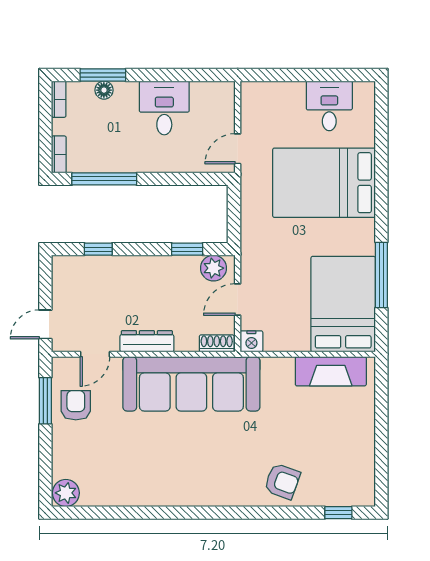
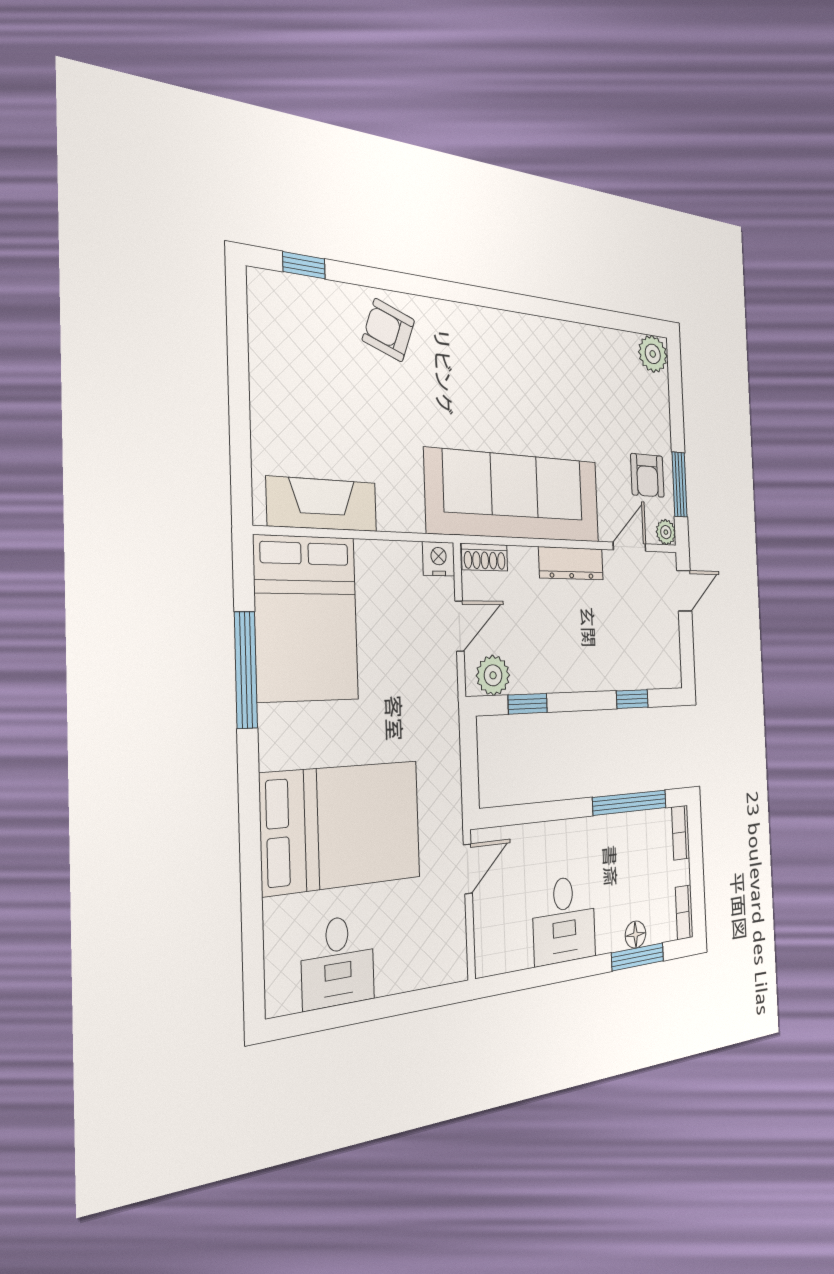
plant: (61, 366) -> (666, 532), added

